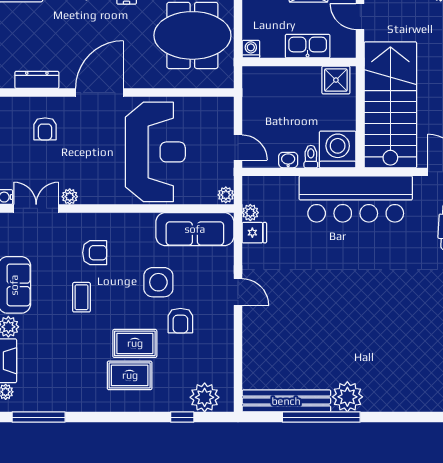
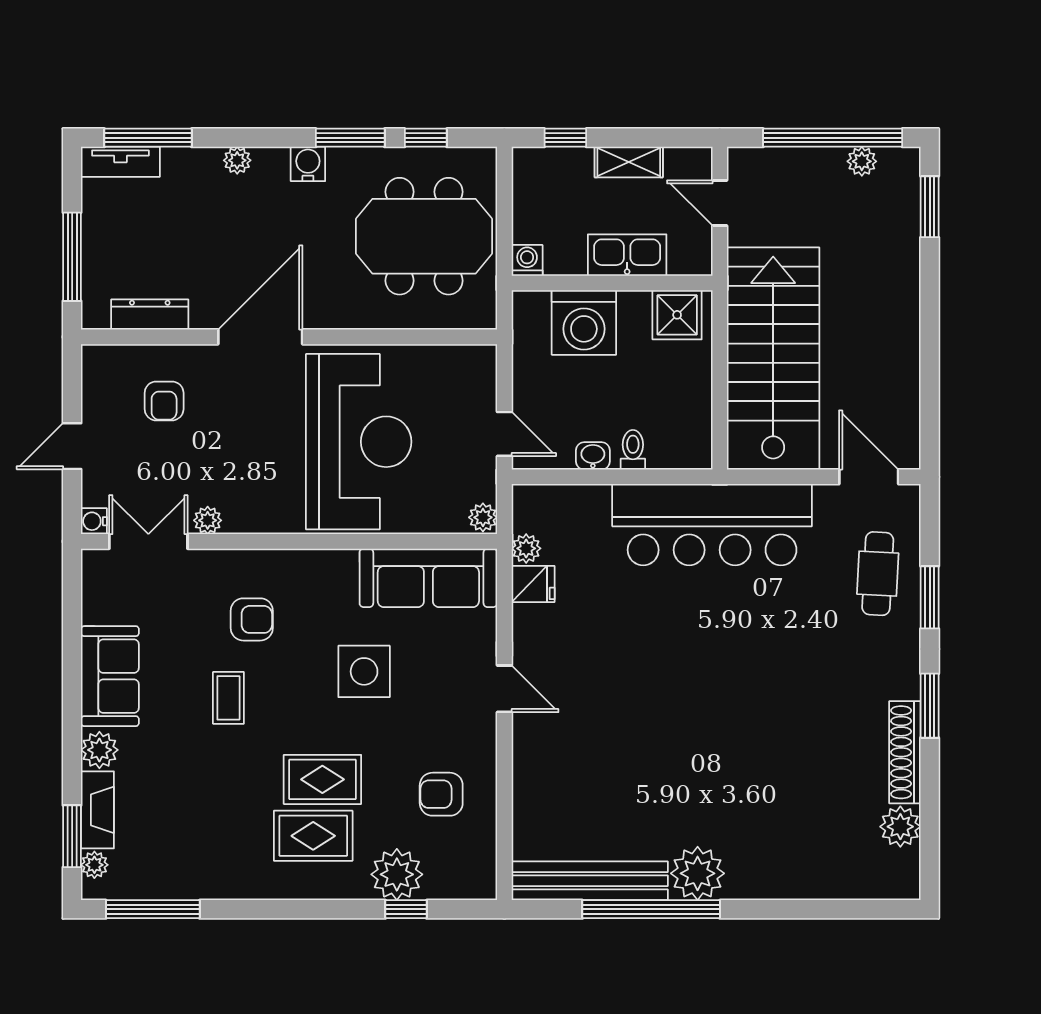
washing machine: (338, 149) -> (584, 322), moved, turned 180
armchair: (180, 321) -> (441, 794), moved, turned 90
plant: (205, 397) -> (397, 874), moved

